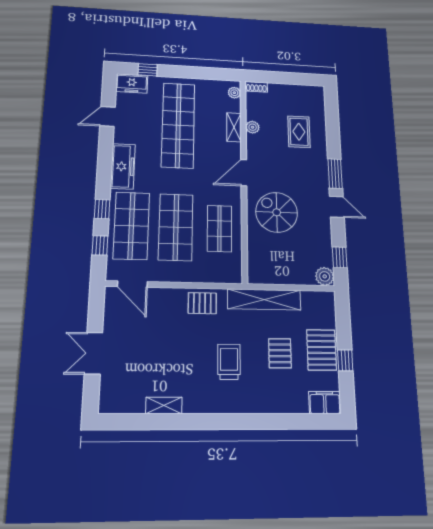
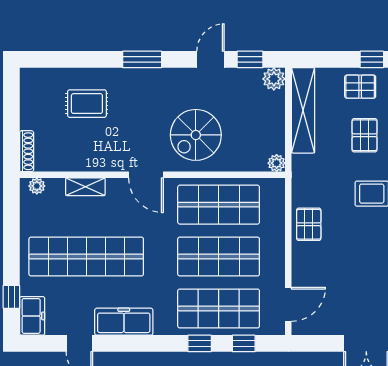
shoe rack: (256, 87) -> (27, 151), width x1.43
plant: (253, 127) -> (277, 163), moved
freezer: (123, 166) -> (124, 322), moved
door: (337, 207) -> (210, 59), moved
shop shelf: (219, 228) -> (219, 205), width x1.43, depth x1.36
shelving: (264, 299) -> (303, 110), moved
pallet: (322, 350) -> (360, 87), width x0.67, depth x0.71
pallet: (280, 353) -> (365, 135), turned 90

